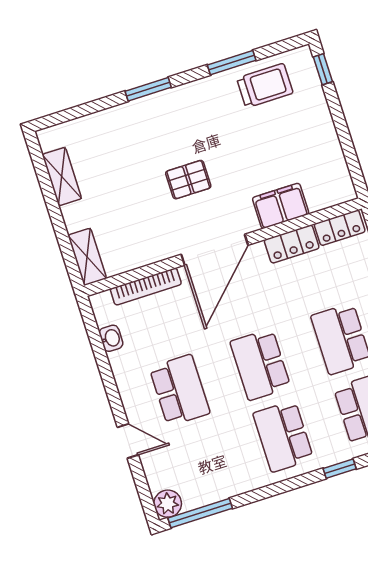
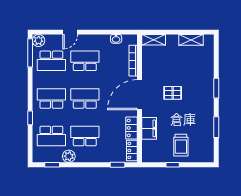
window: (323, 69) -> (173, 165), moved
trolley: (265, 86) -> (181, 145), moved
pallet: (188, 180) -> (173, 93), turned 90
door: (215, 250) -> (139, 95), hinge flipped
school desk: (180, 390) -> (85, 61), turned 180
school desk: (202, 462) -> (51, 61), added

